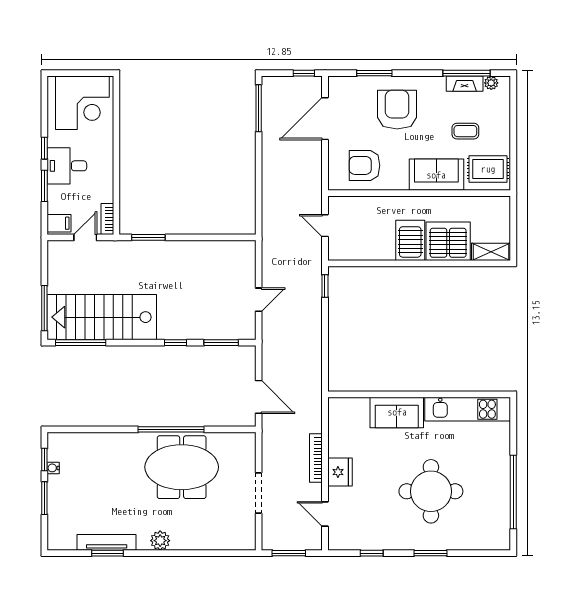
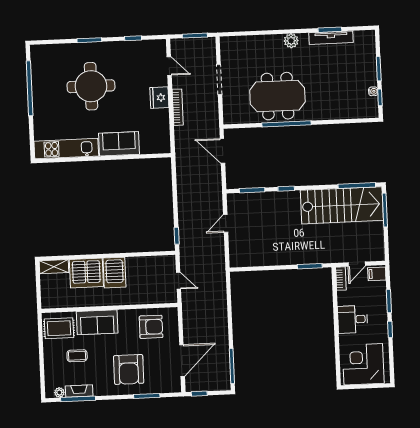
desk: (67, 166) -> (353, 319), moved, turned 180

